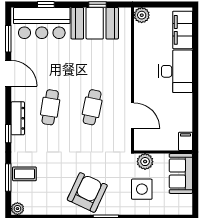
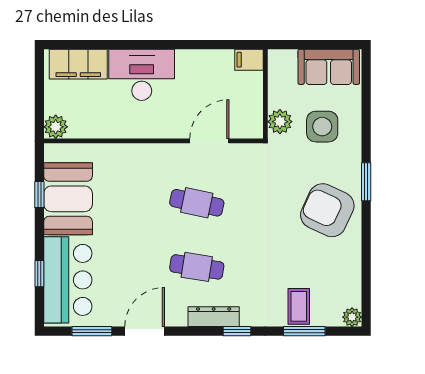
sofa: (181, 174) -> (329, 67), moved

